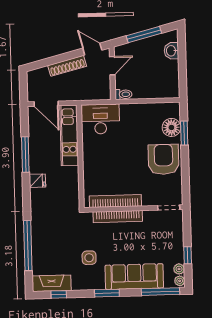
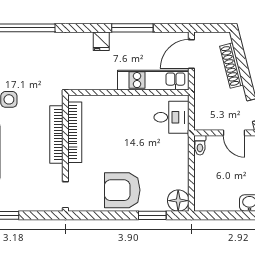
shoe rack: (67, 66) -> (232, 66), moved
desk: (100, 119) -> (172, 117), width x0.73
floor lamp: (171, 127) -> (178, 201), moved
armchair: (164, 159) -> (122, 190), turned 180

